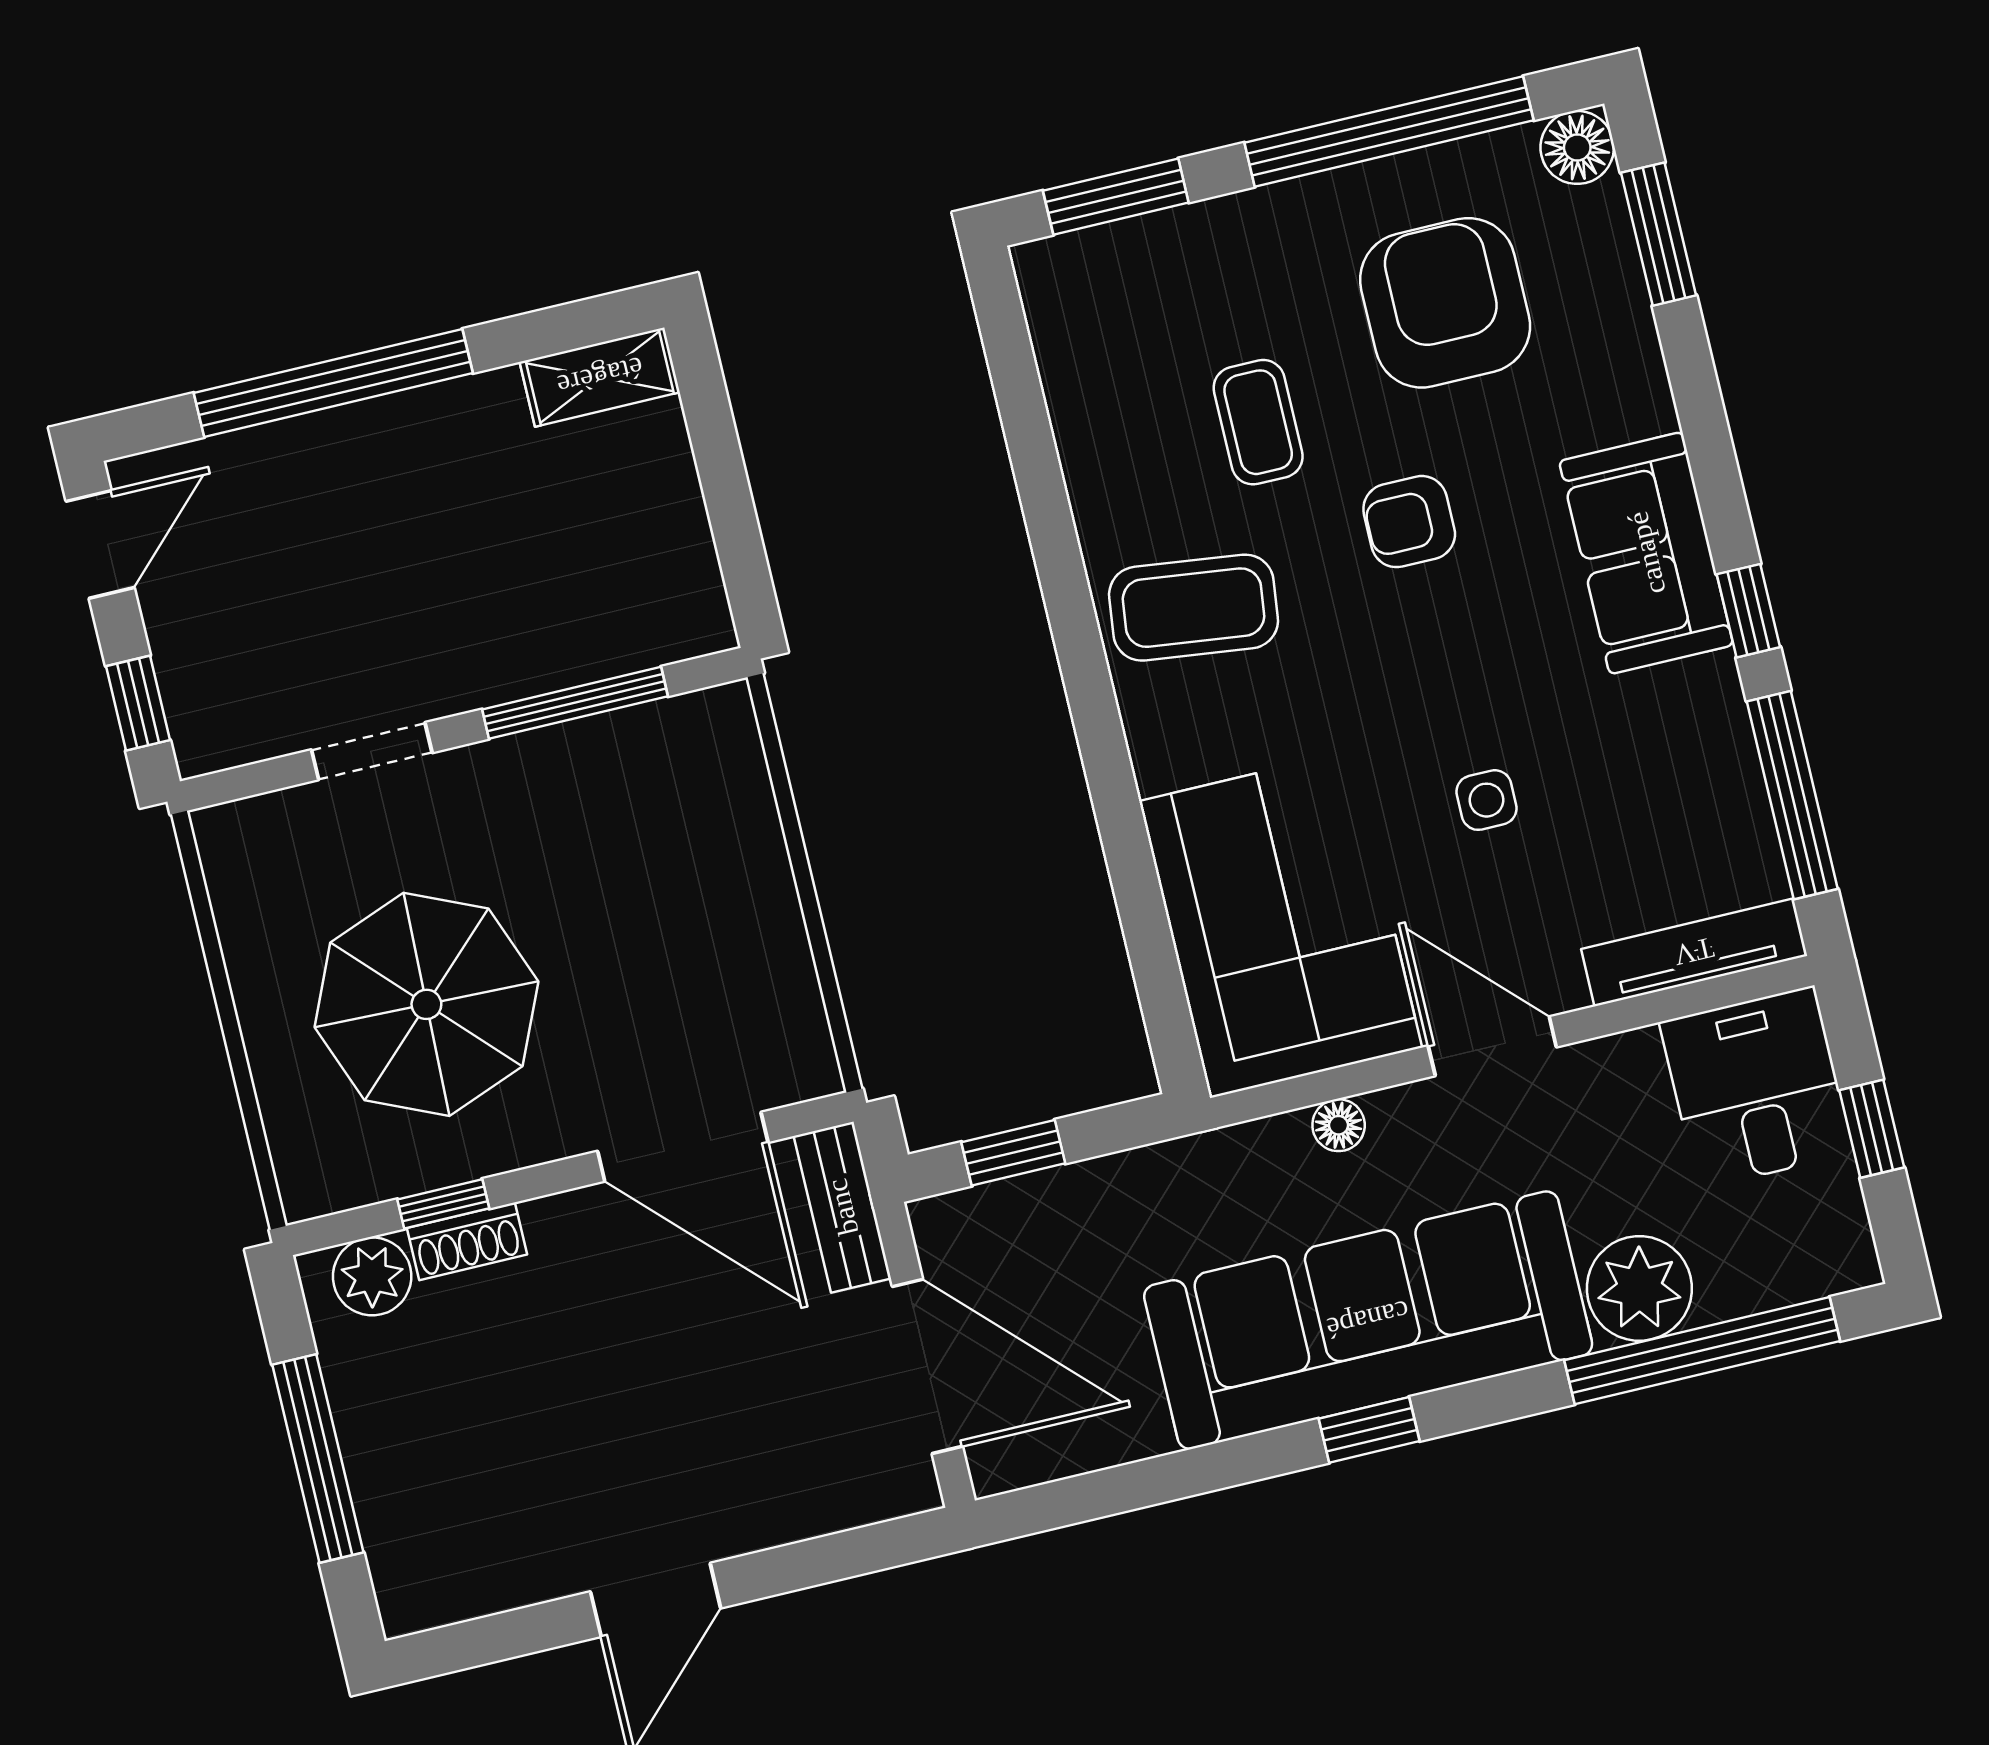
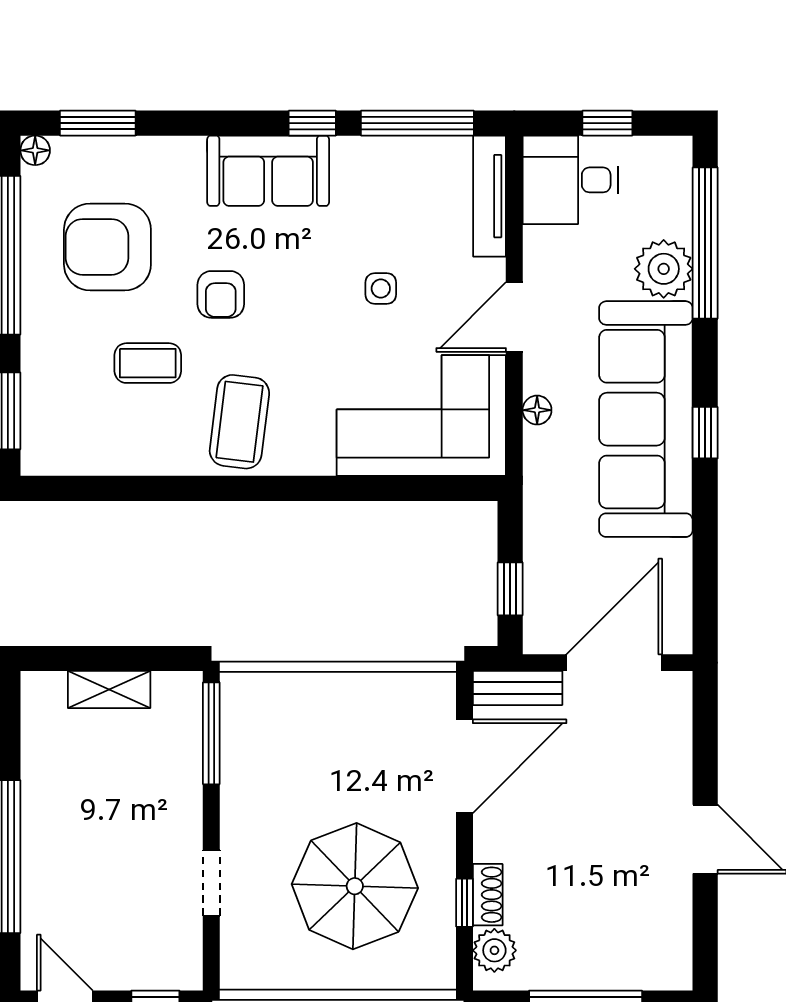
floor lamp: (1577, 147) -> (35, 150), width x0.73, depth x0.73
shelving: (600, 377) -> (109, 689), moved, turned 90
window: (575, 703) -> (211, 733), moved

